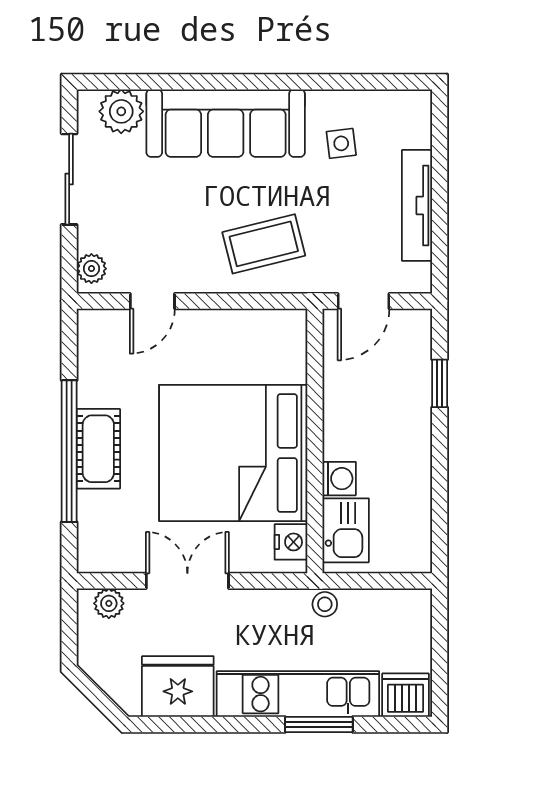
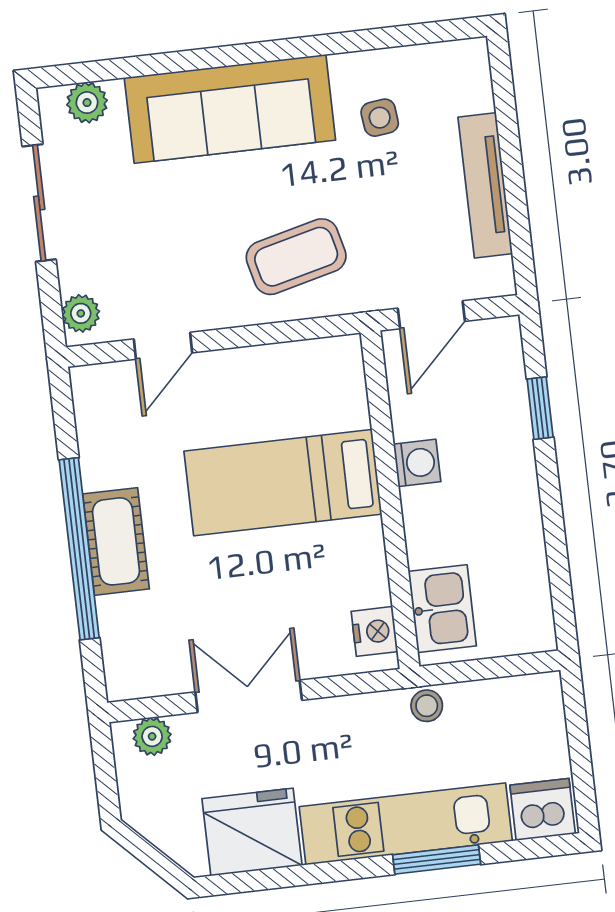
plant: (121, 111) -> (87, 103), width x0.73, depth x0.73
bed: (233, 453) -> (283, 483), width x0.49
washing machine: (339, 479) -> (417, 463), moved

